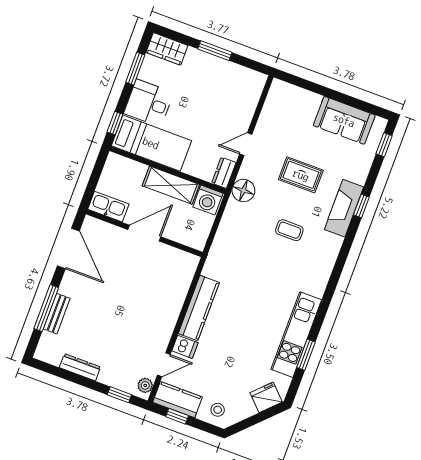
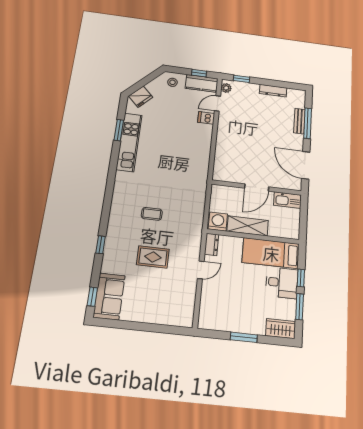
sofa: (344, 120) -> (109, 296), moved, turned 90
window: (115, 123) -> (301, 278), moved
floor lamp: (243, 190) -> (193, 235), removed
fireplace: (344, 208) -> (114, 240), removed
kitchen counter: (199, 308) -> (204, 145), removed

